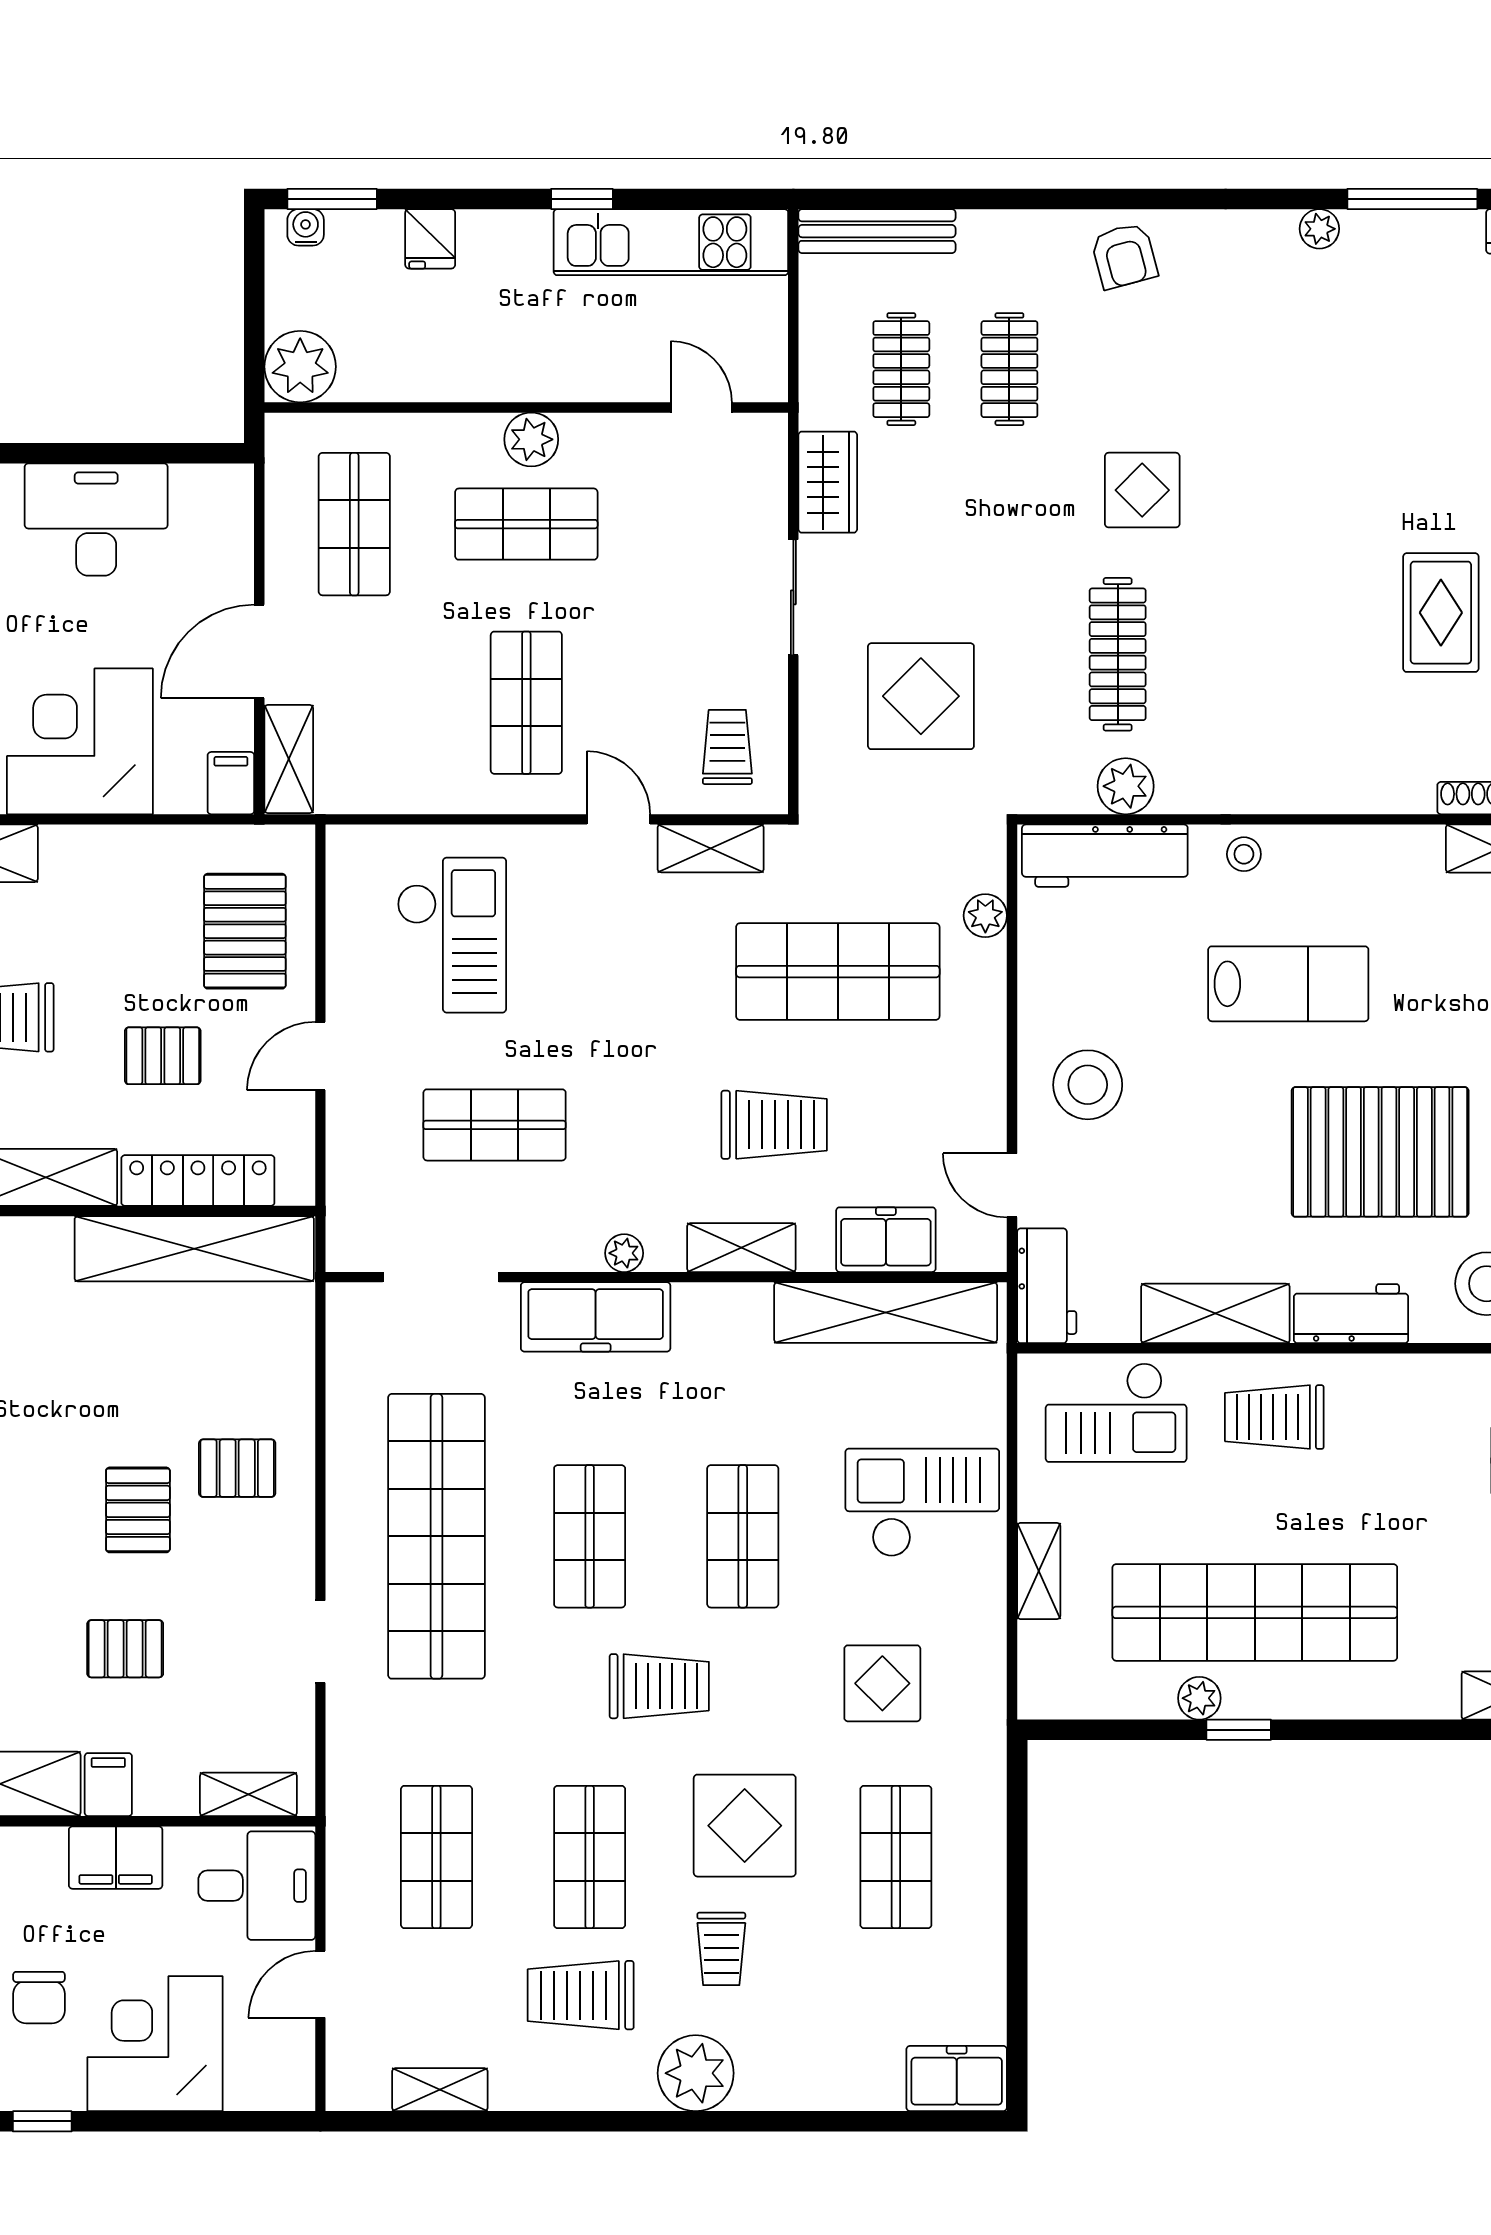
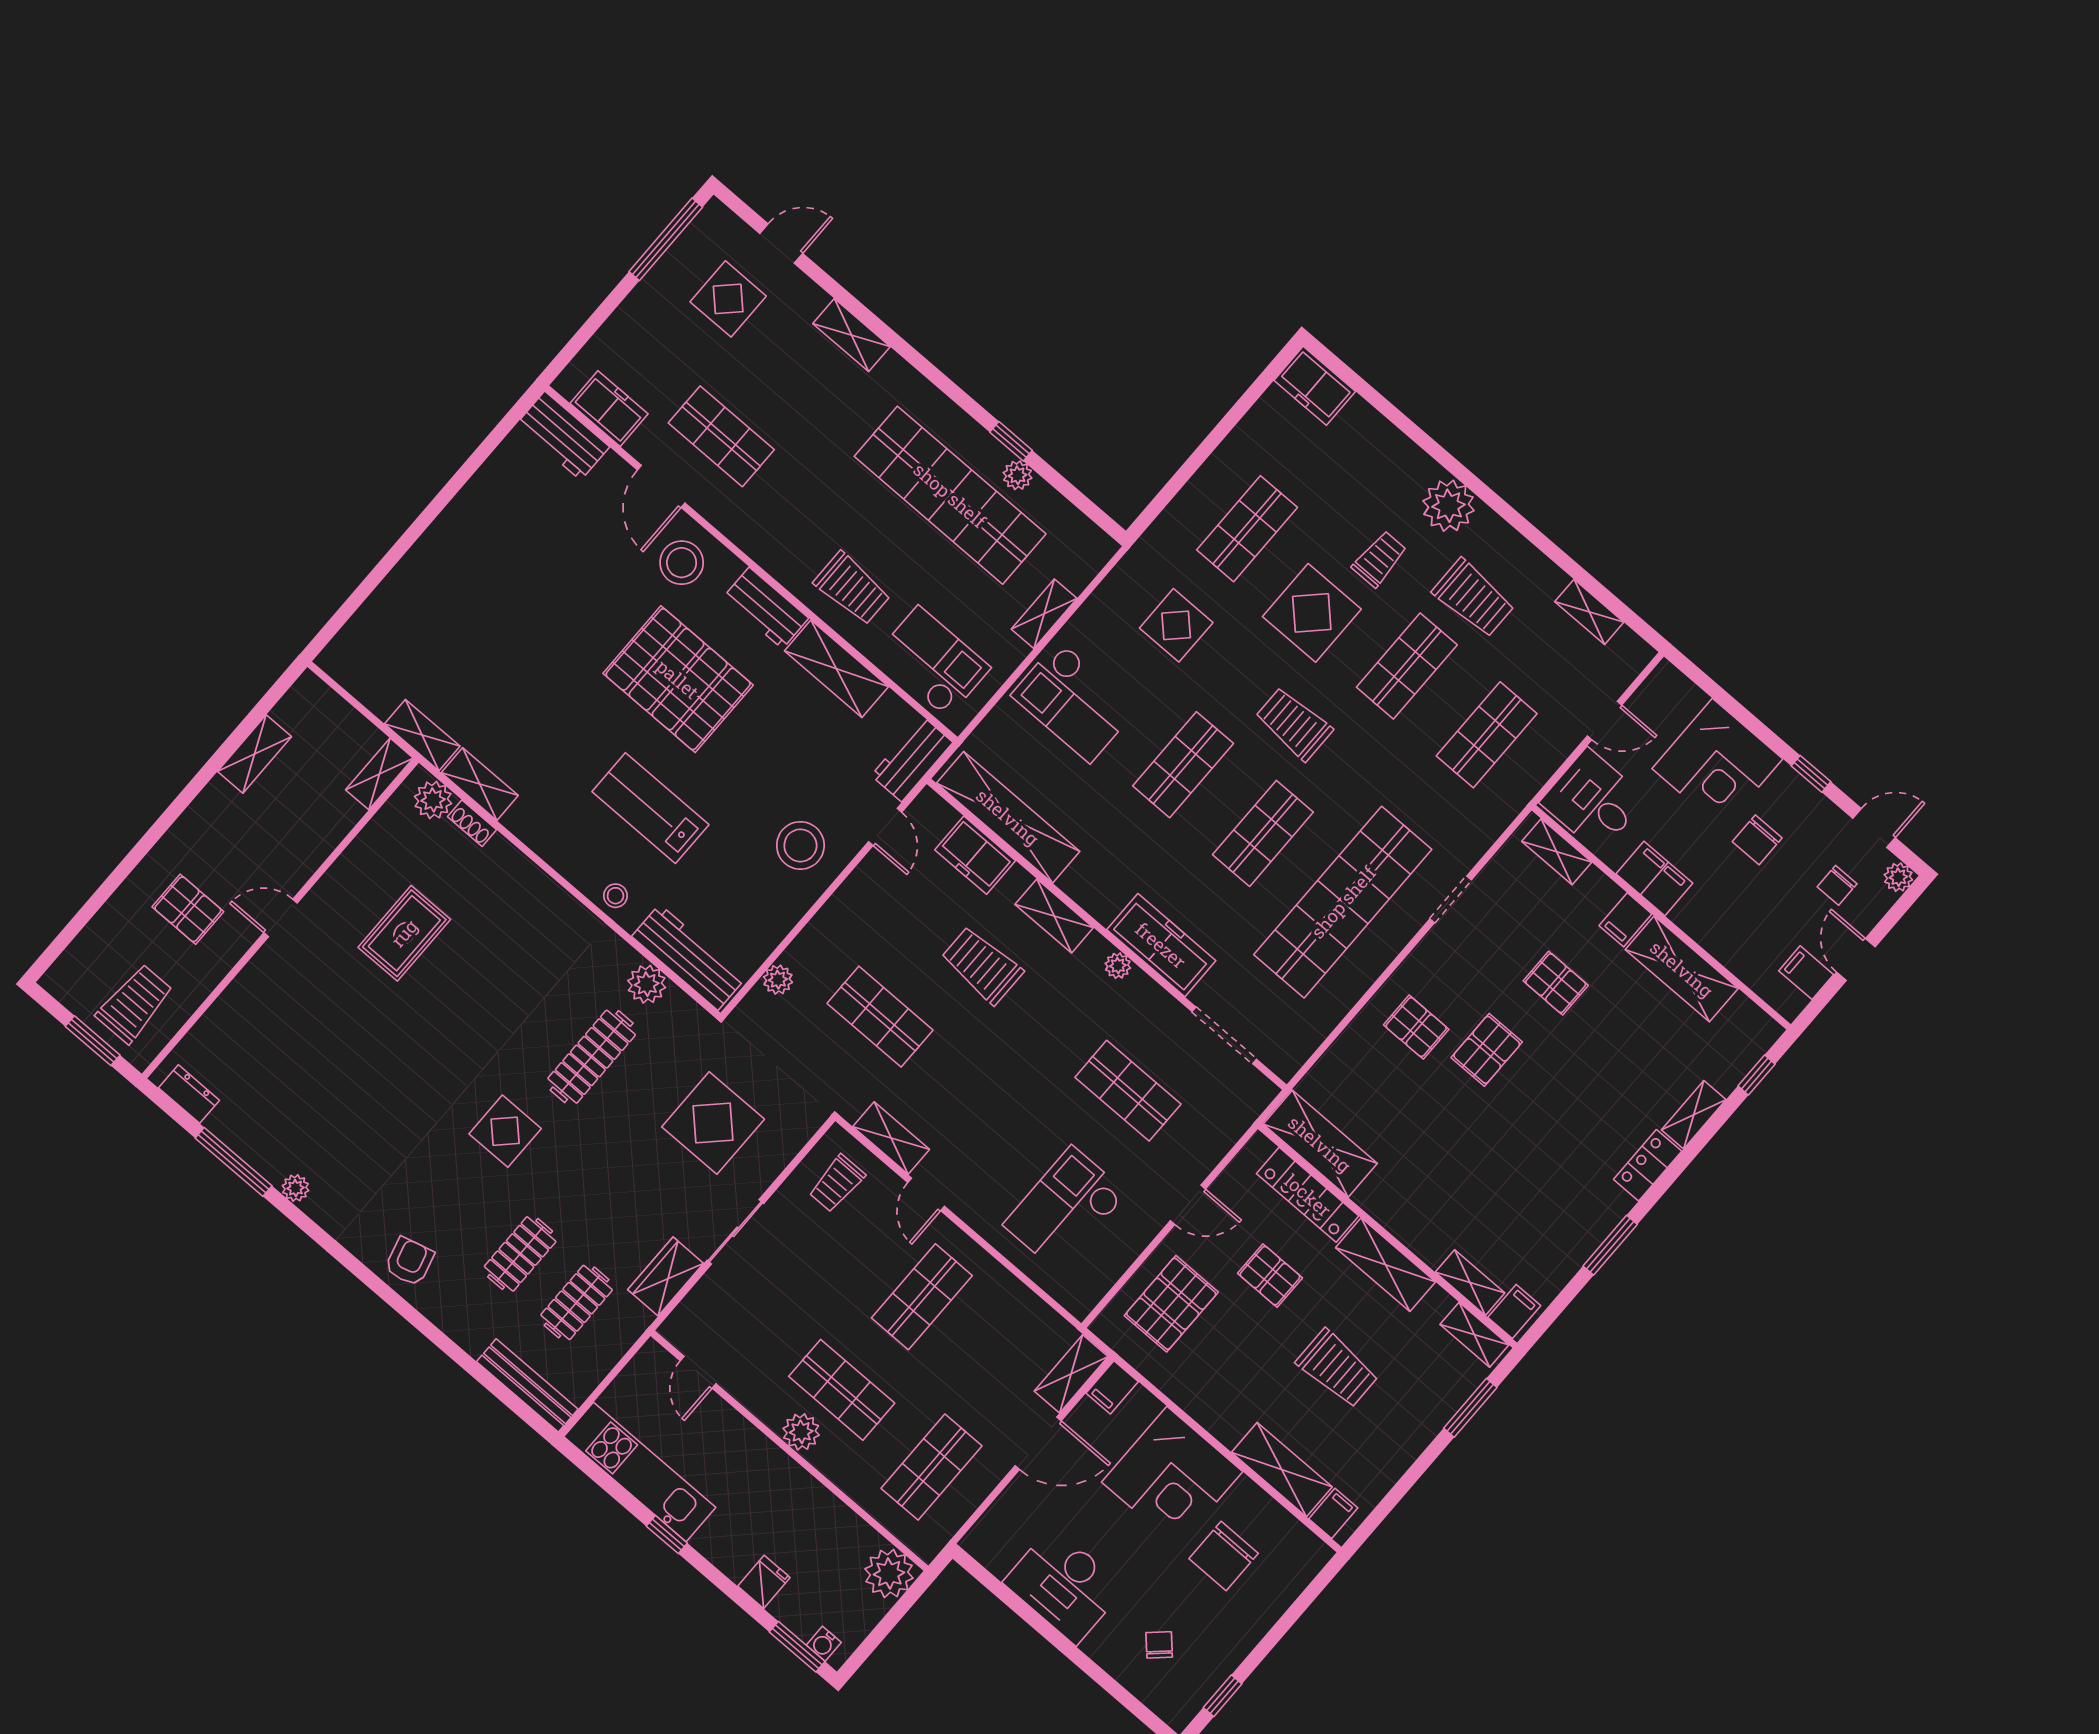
shop shelf: (838, 972) -> (880, 1017), width x0.70, depth x0.74
shelving: (194, 1249) -> (1320, 1144), width x0.68
chair: (39, 1998) -> (1757, 840), turned 180

